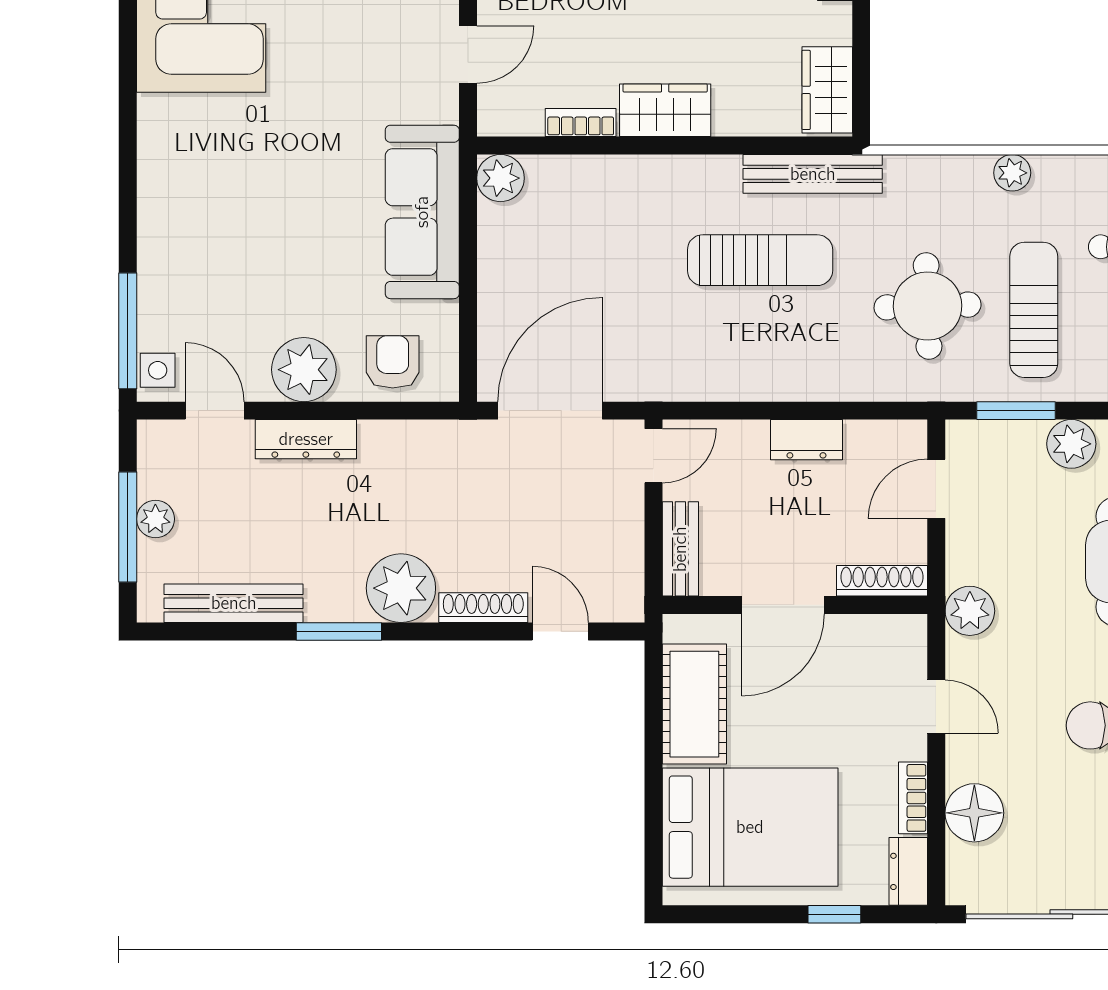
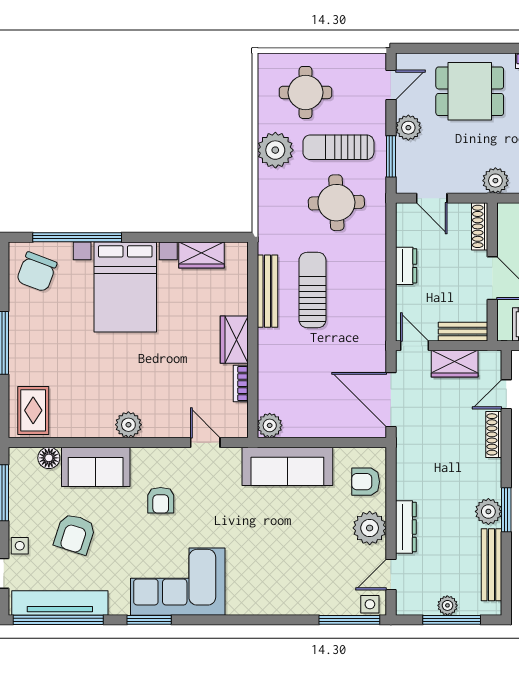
wardrobe: (827, 90) -> (202, 255), moved
plant: (1012, 173) -> (275, 150), width x1.88, depth x1.88
bench: (813, 174) -> (267, 291), moved
wardrobe: (619, 533) -> (455, 364), added
plant: (401, 588) -> (488, 511), moved, width x0.73, depth x0.73

